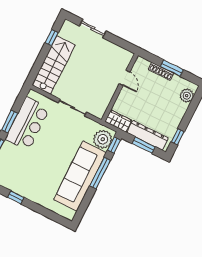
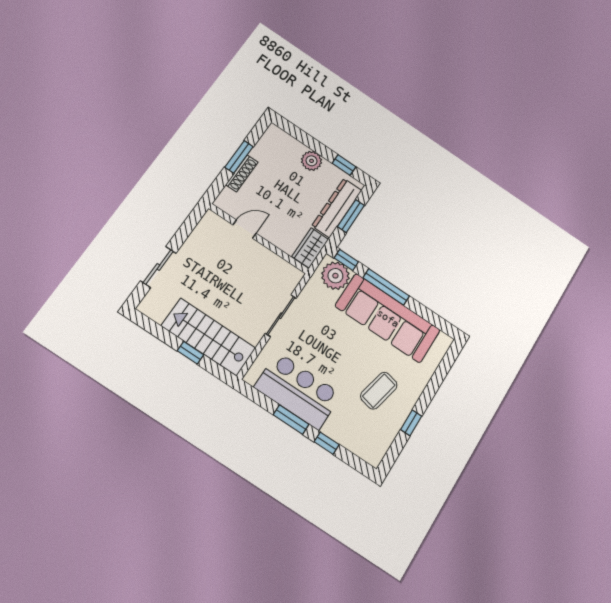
window: (52, 38) -> (190, 353), moved
plant: (187, 96) -> (312, 161), moved
coffee table: (33, 175) -> (379, 391), added

